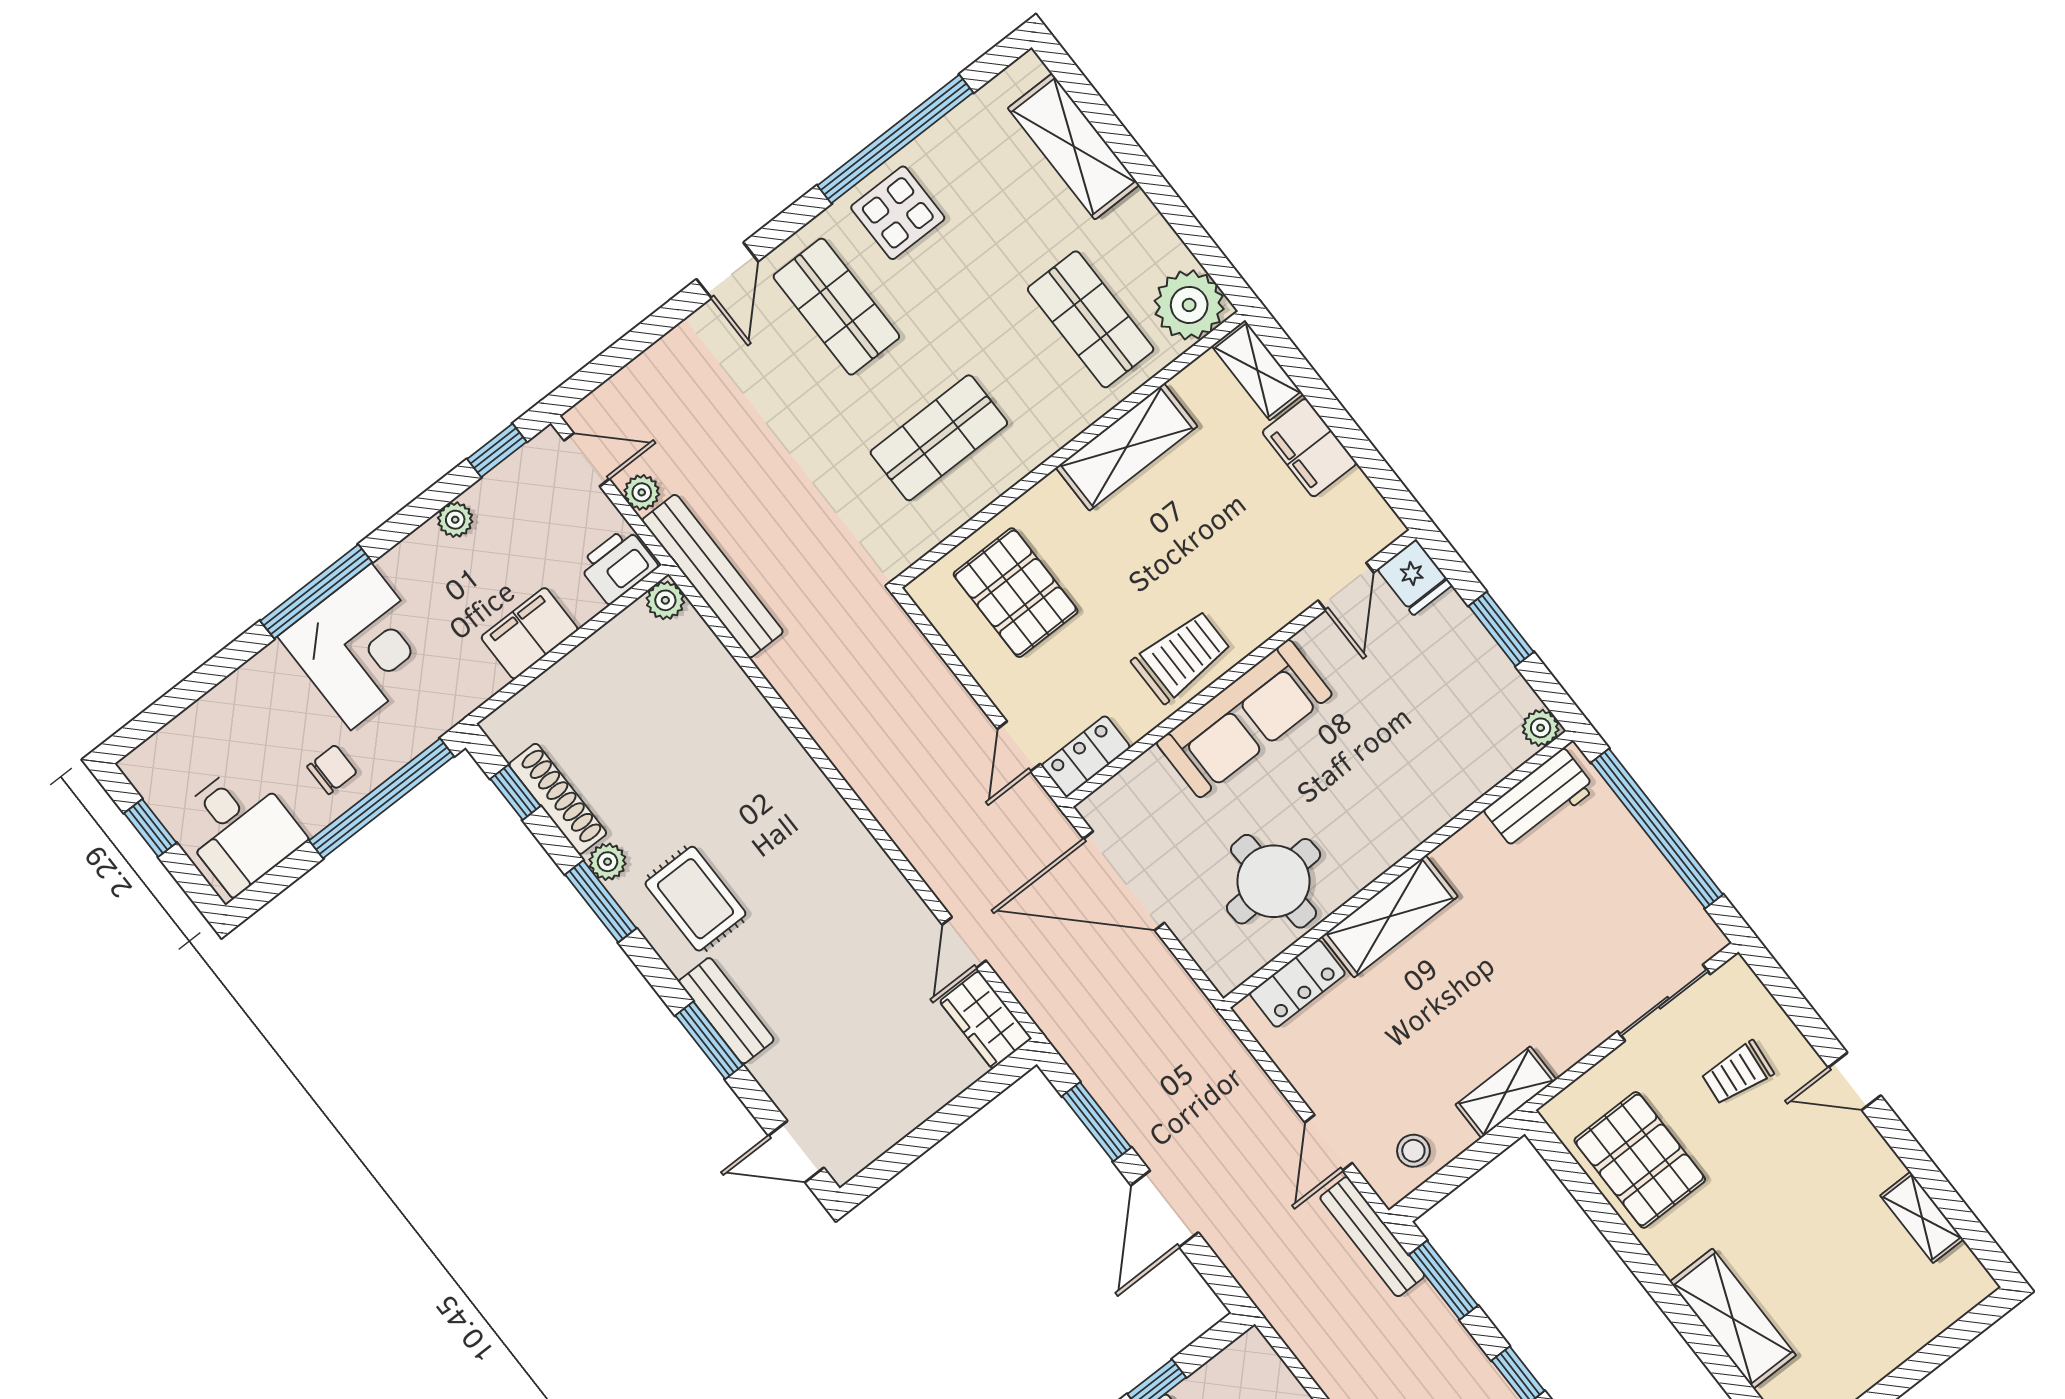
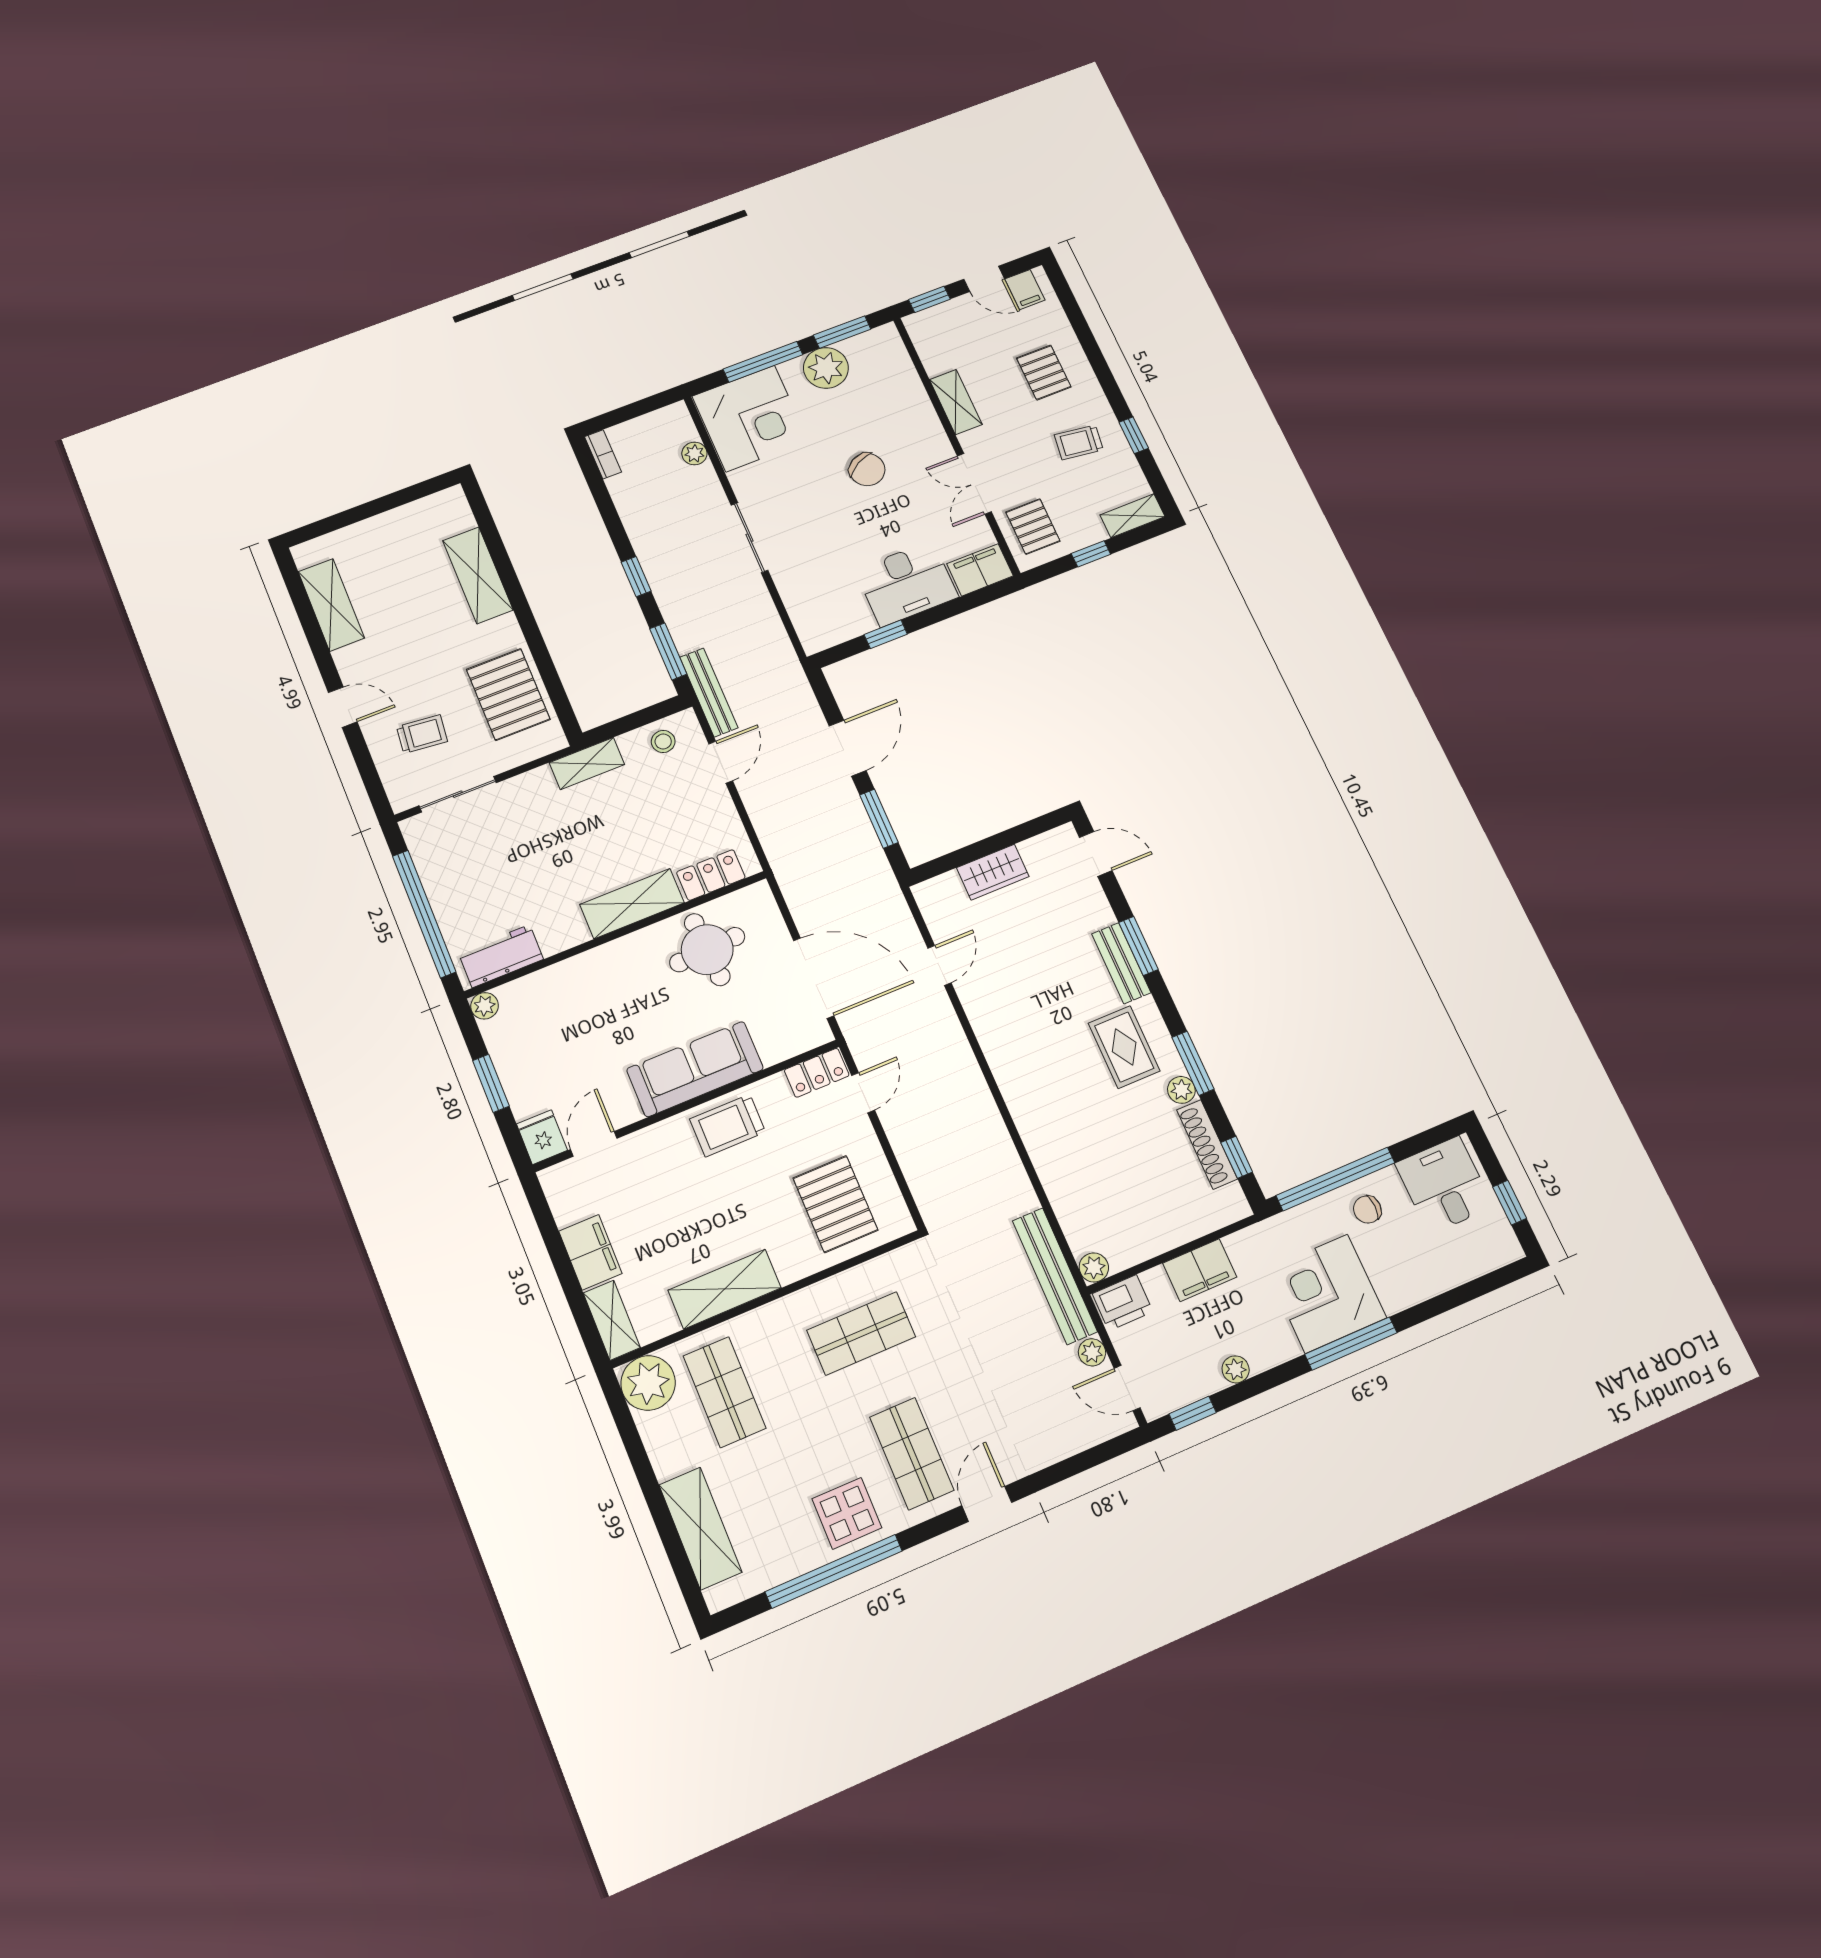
wardrobe: (986, 1020) -> (993, 872), moved, turned 90
shelving: (1922, 1217) -> (331, 605), width x1.50, depth x1.33

